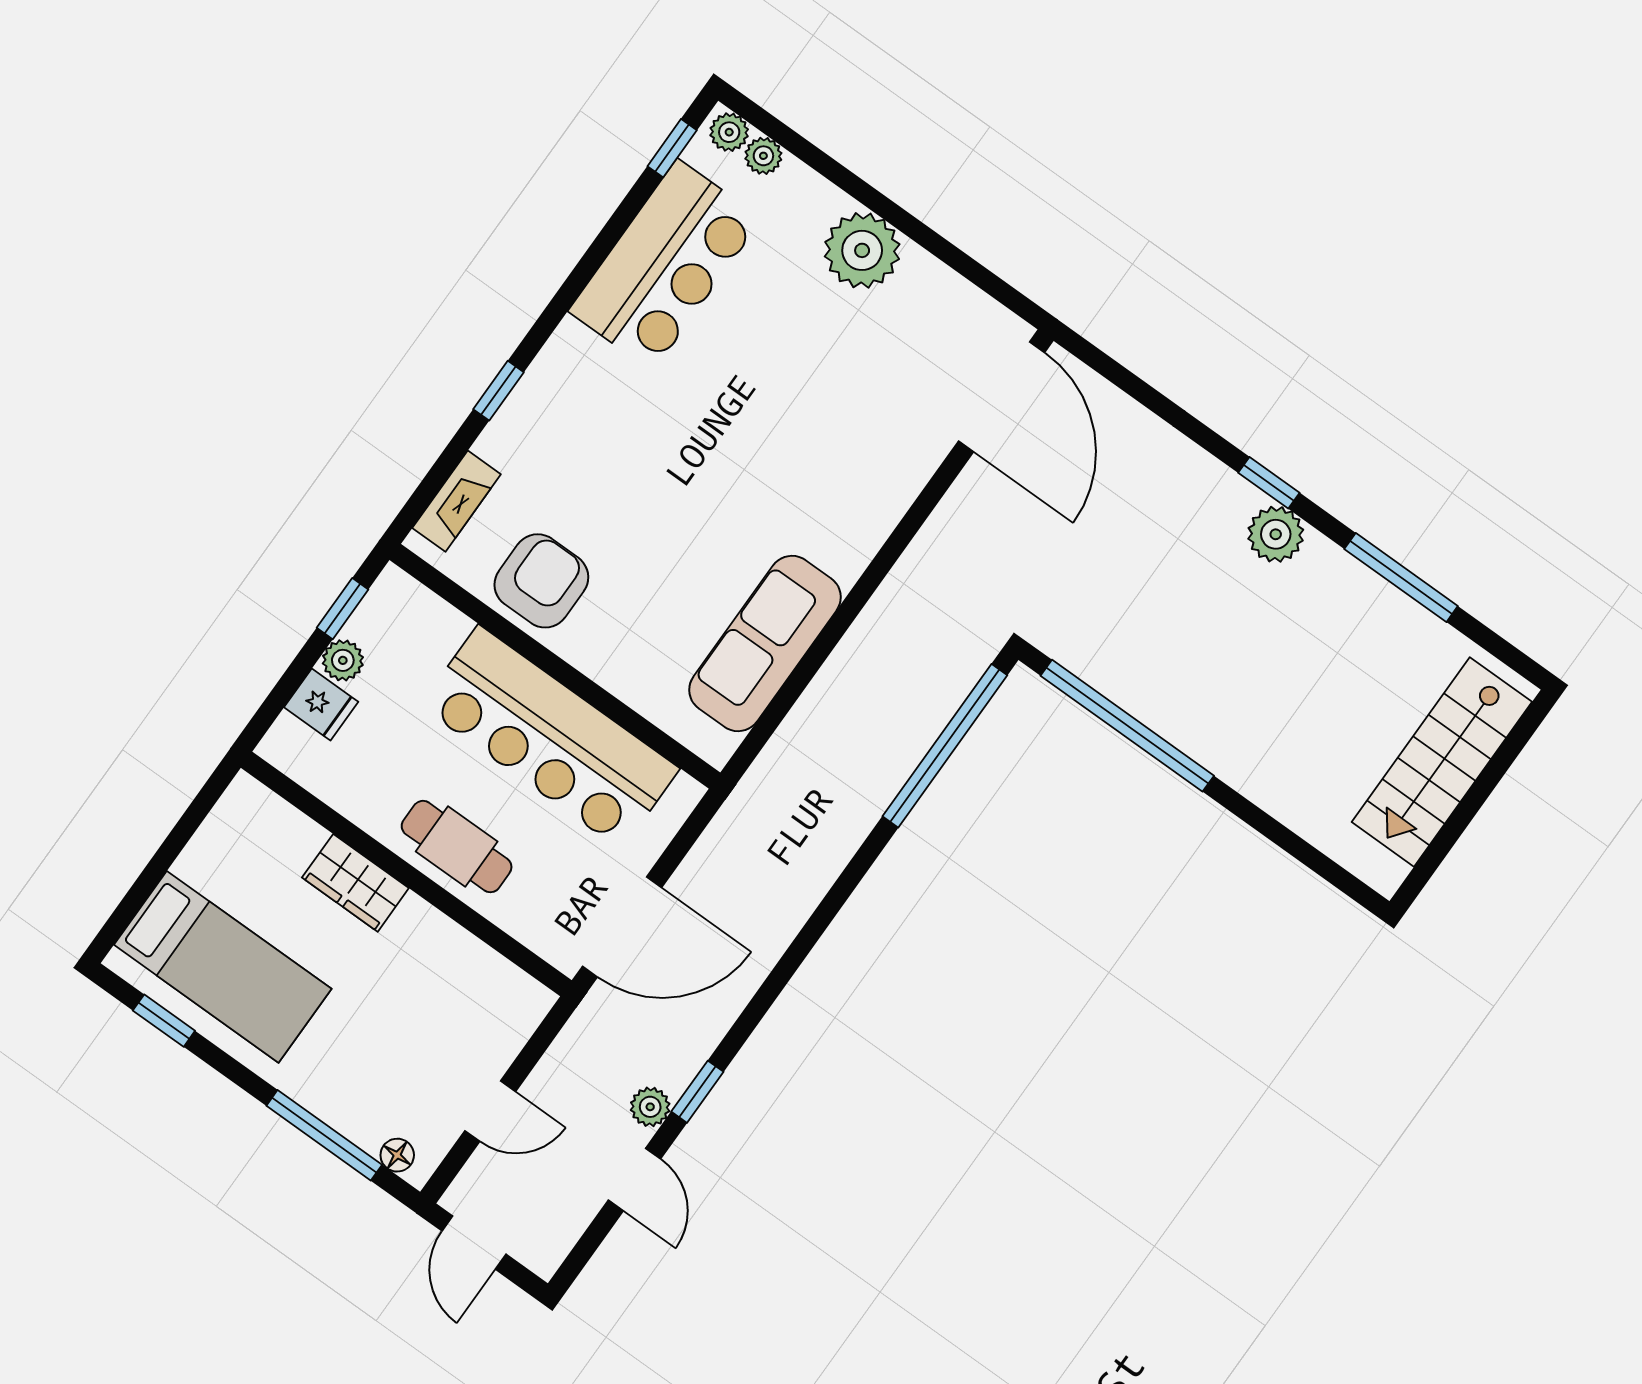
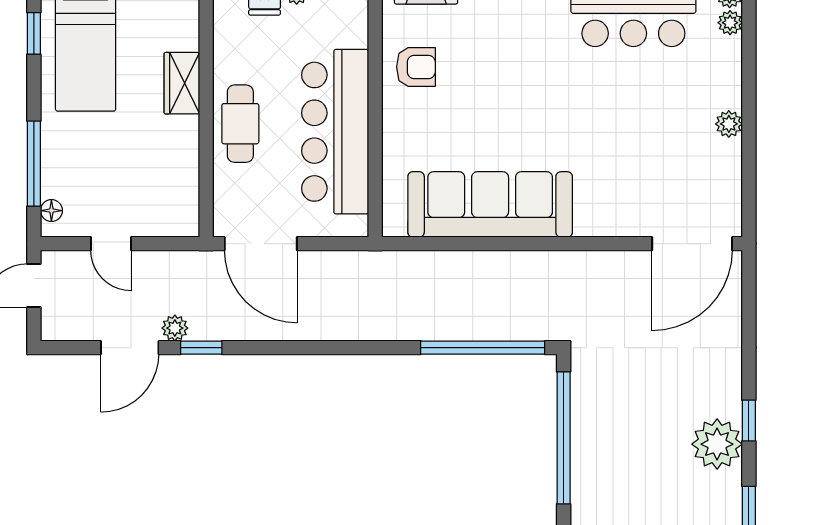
plant: (862, 250) -> (729, 124), width x0.53, depth x0.53
plant: (1276, 534) -> (717, 444), width x1.36, depth x1.36
armchair: (541, 581) -> (416, 67), width x0.72, depth x0.72
sofa: (765, 643) -> (490, 204), width x1.36, depth x1.27
door: (634, 1179) -> (130, 348), width x1.38

